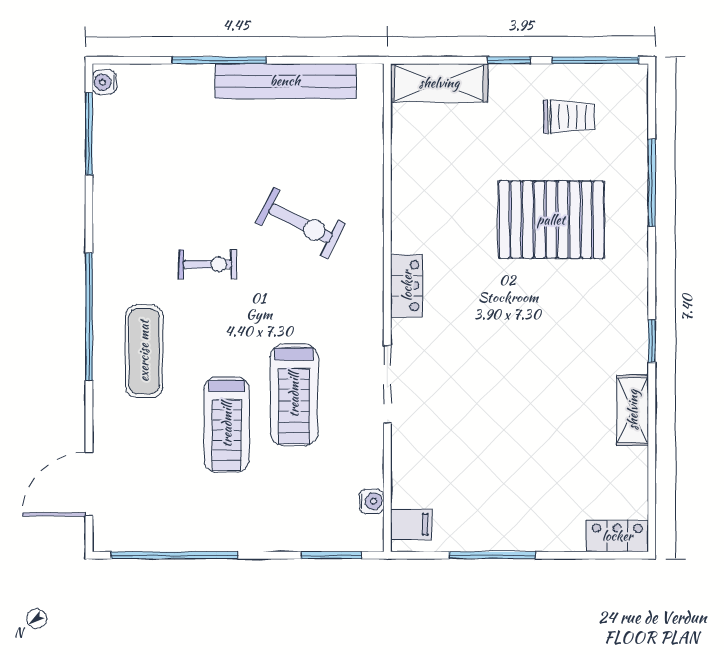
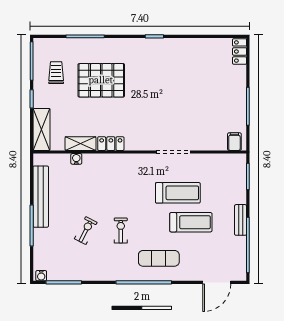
pallet: (551, 220) -> (101, 80), turned 90
exercise bike: (301, 223) -> (86, 231), moved, width x0.73, depth x0.72
locker: (407, 286) -> (111, 144), moved
shelving: (633, 410) -> (81, 144), moved
door: (89, 484) -> (217, 282), hinge flipped
water cooler: (372, 501) -> (76, 159), moved
bench: (232, 538) -> (241, 220), added

